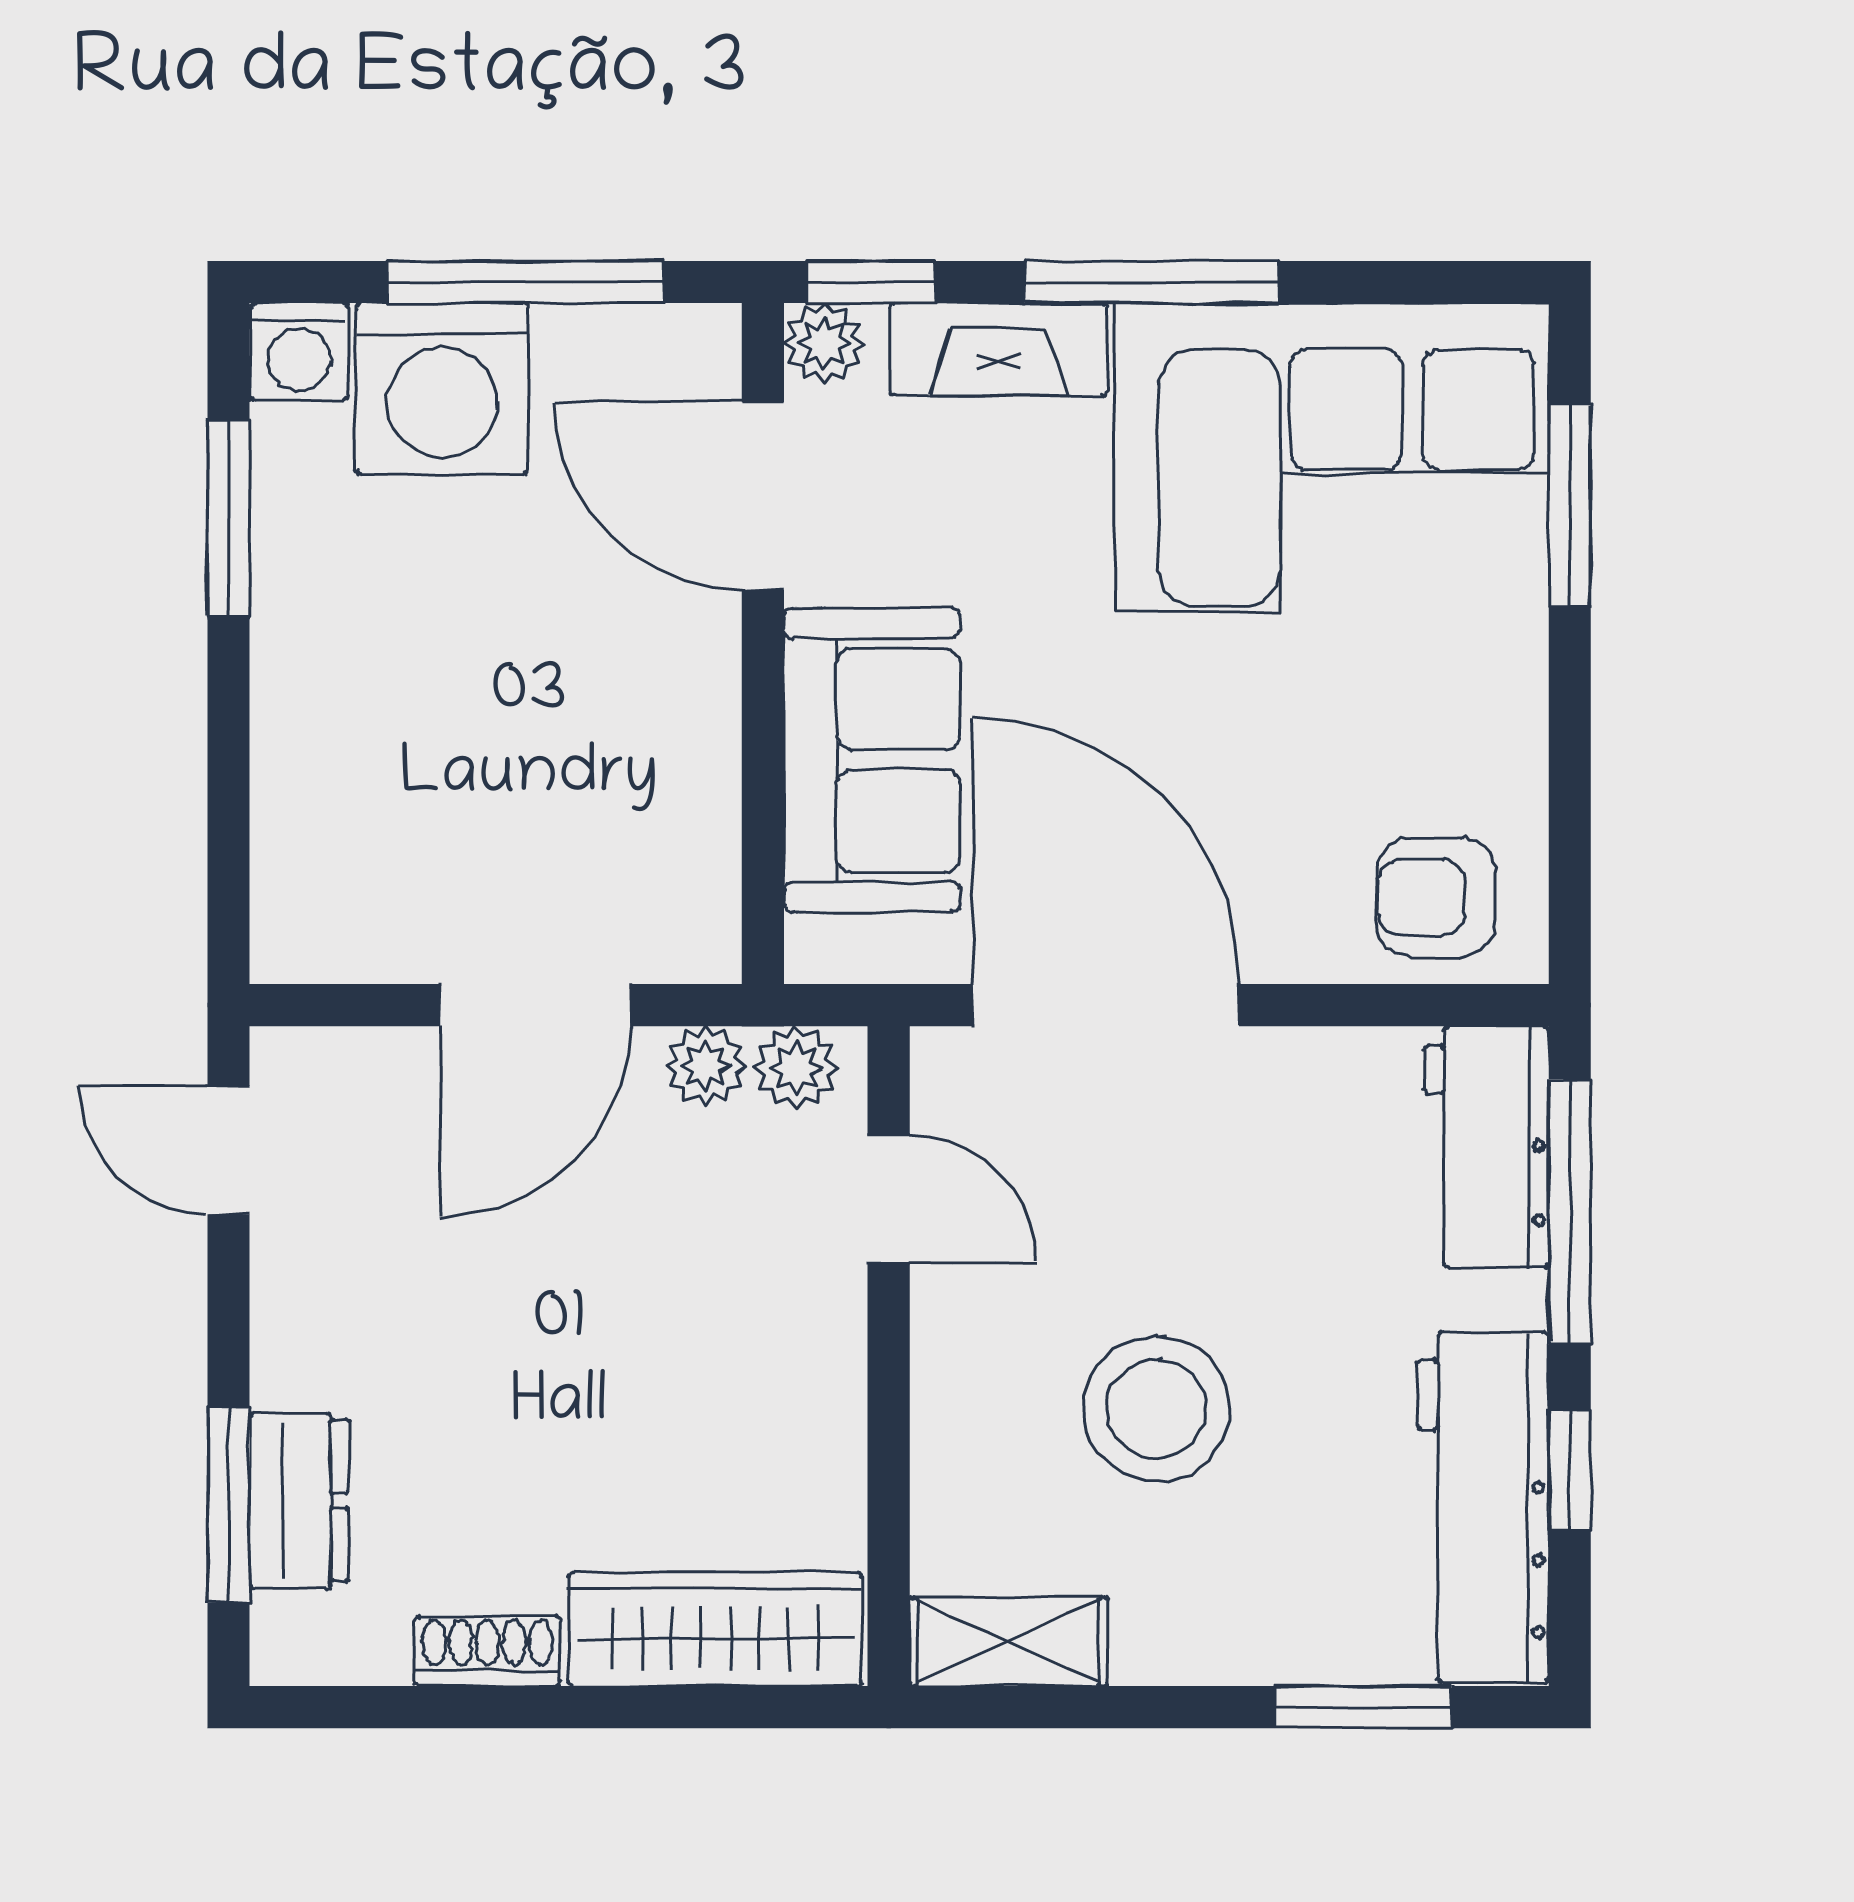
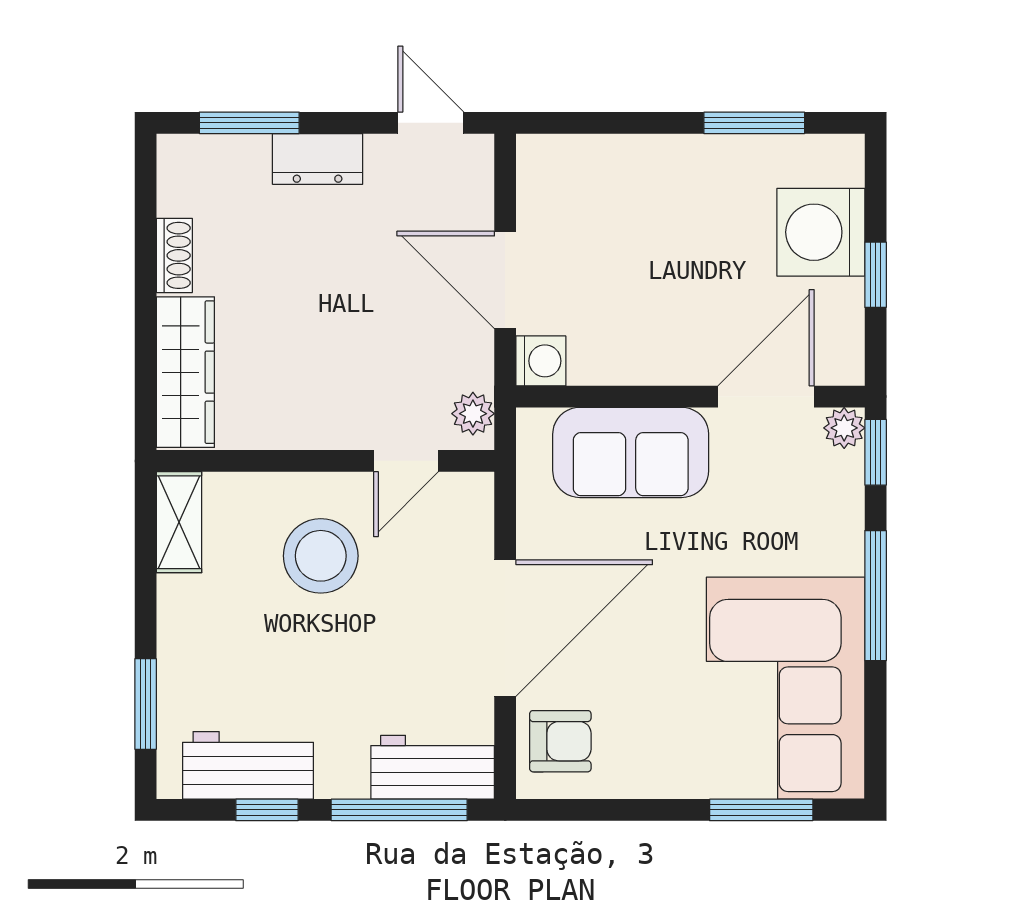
window: (525, 282) -> (876, 275), width x0.46
fireplace: (998, 349) -> (841, 517), removed
washing machine: (299, 352) -> (541, 361), moved, turned 180
armchair: (1436, 897) -> (560, 741), turned 90
door: (1106, 1005) -> (505, 628), moved
plant: (706, 1066) -> (474, 367), removed
door: (229, 1150) -> (431, 123), hinge flipped
stool: (1156, 1409) -> (321, 556), moved
dresser: (299, 1501) -> (318, 159), moved
workbench: (1483, 1507) -> (248, 765), width x0.73

